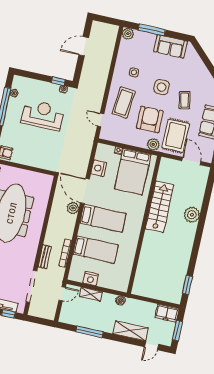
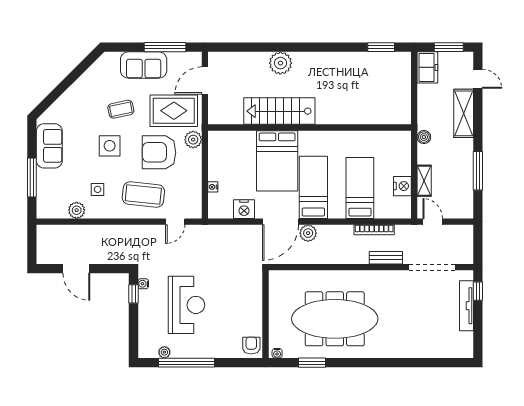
plant: (128, 34) -> (77, 210), moved
reception desk: (43, 115) -> (186, 305), turned 180
bed: (133, 172) -> (277, 161), moved, turned 90

